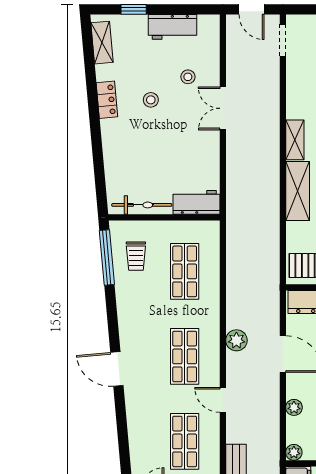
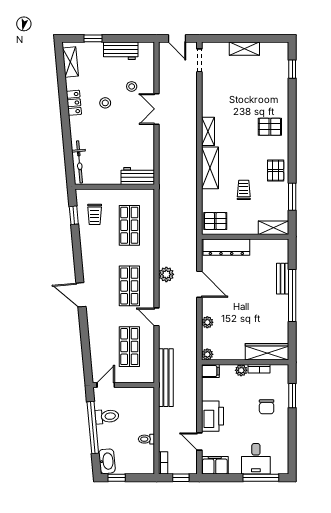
bicycle: (142, 205) -> (79, 162), moved, turned 85
window: (107, 257) -> (74, 215), width x0.46

